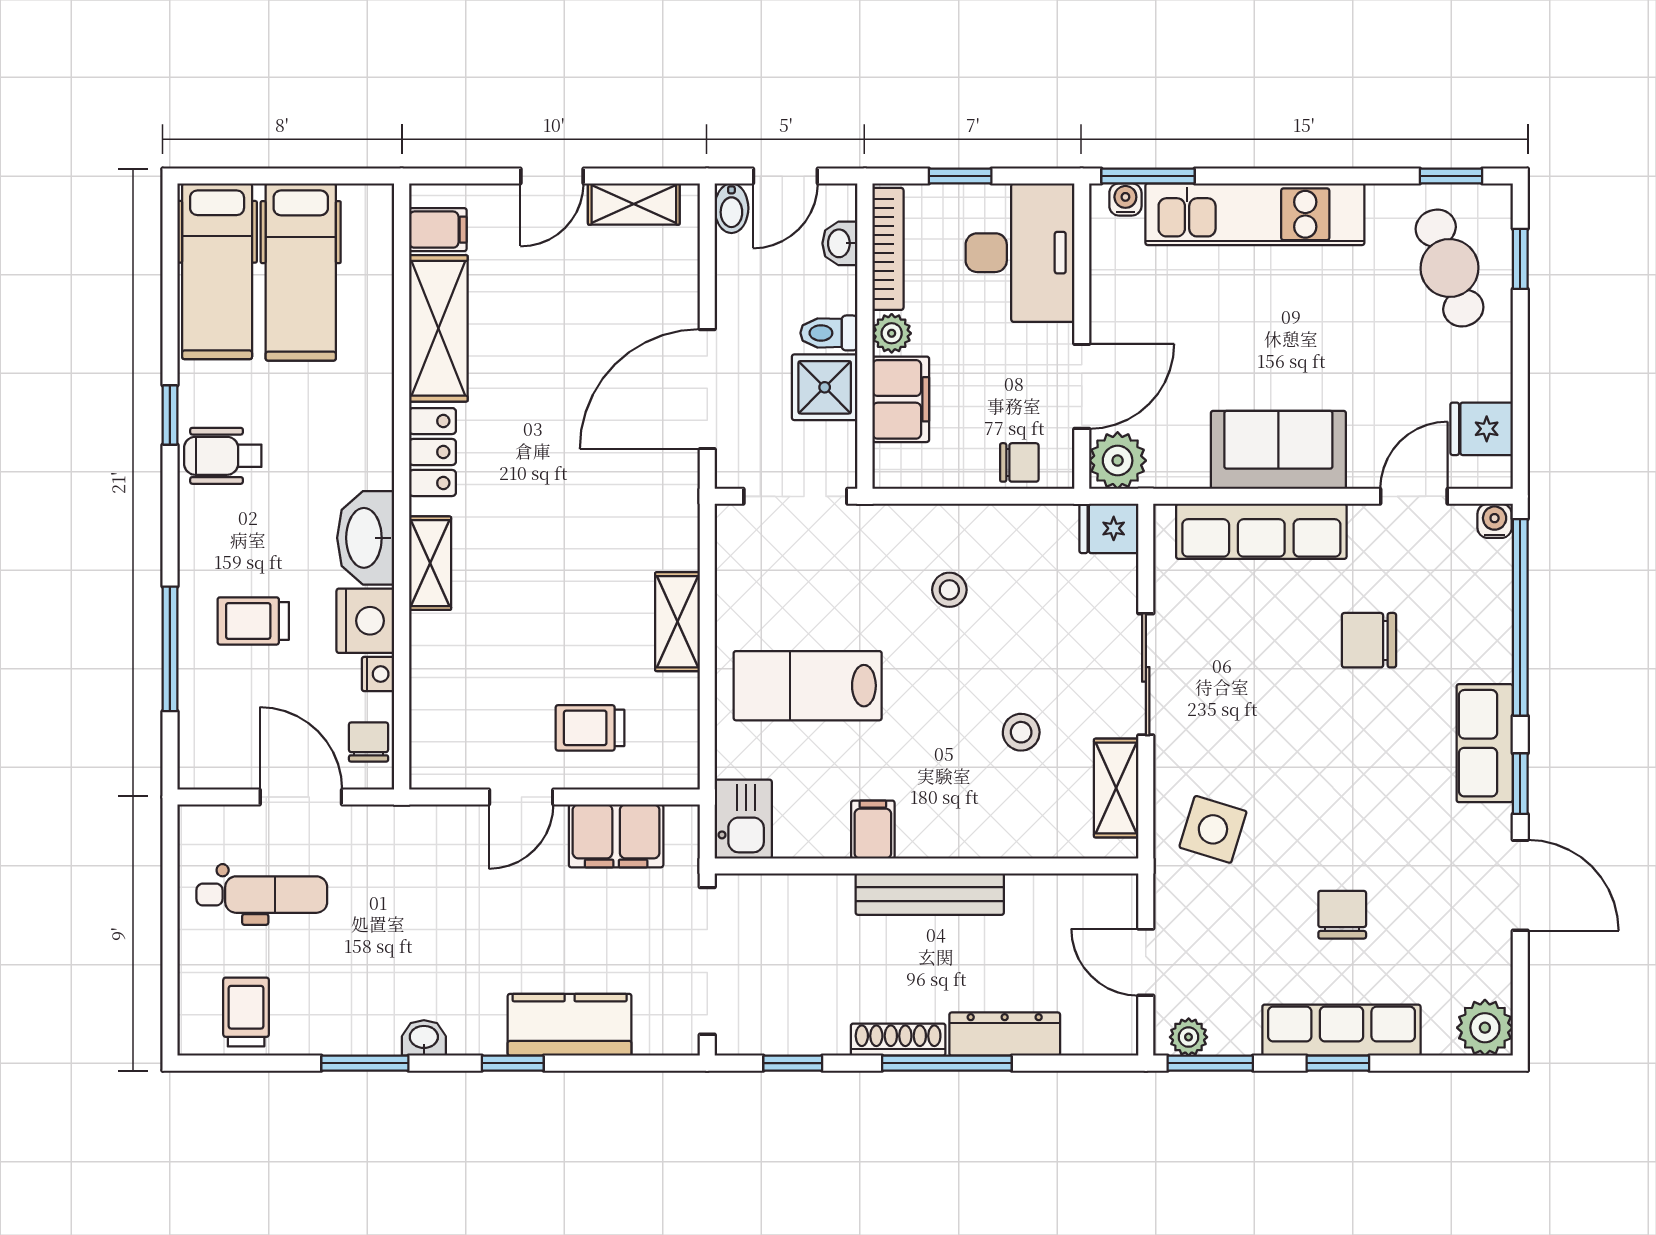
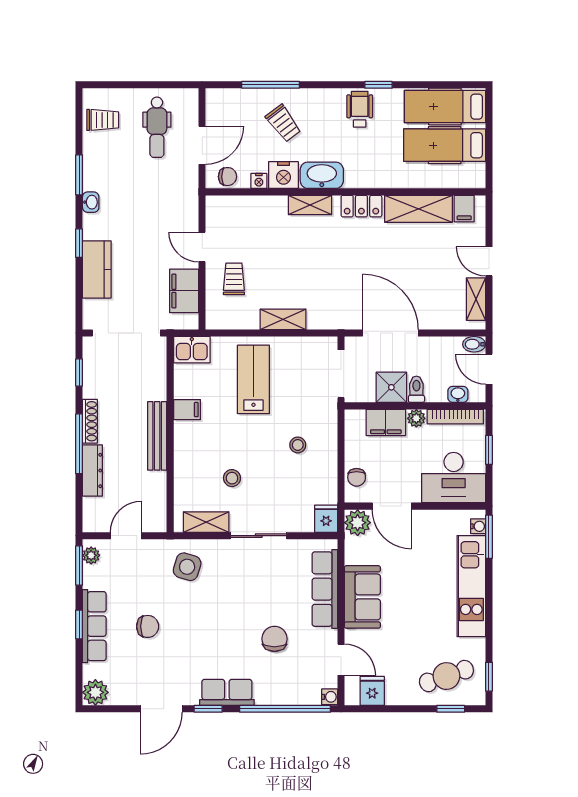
trolley: (253, 621) -> (283, 123), turned 143

